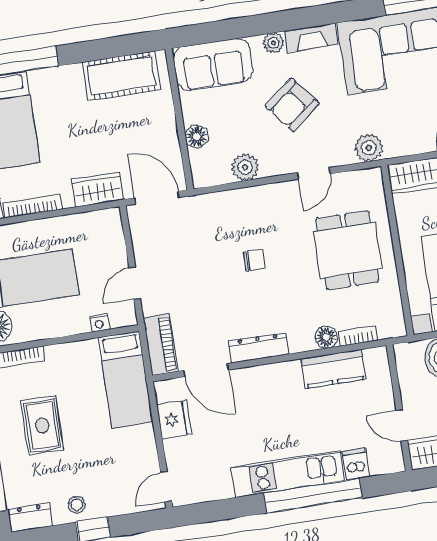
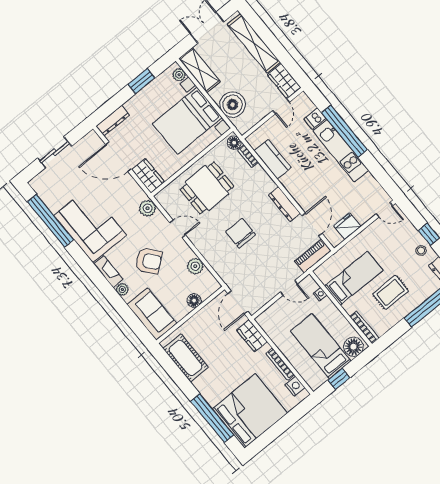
chair: (254, 260) -> (241, 233), width x1.87, depth x1.87
floor lamp: (326, 337) -> (234, 143), moved
bed: (126, 380) -> (354, 278), moved

